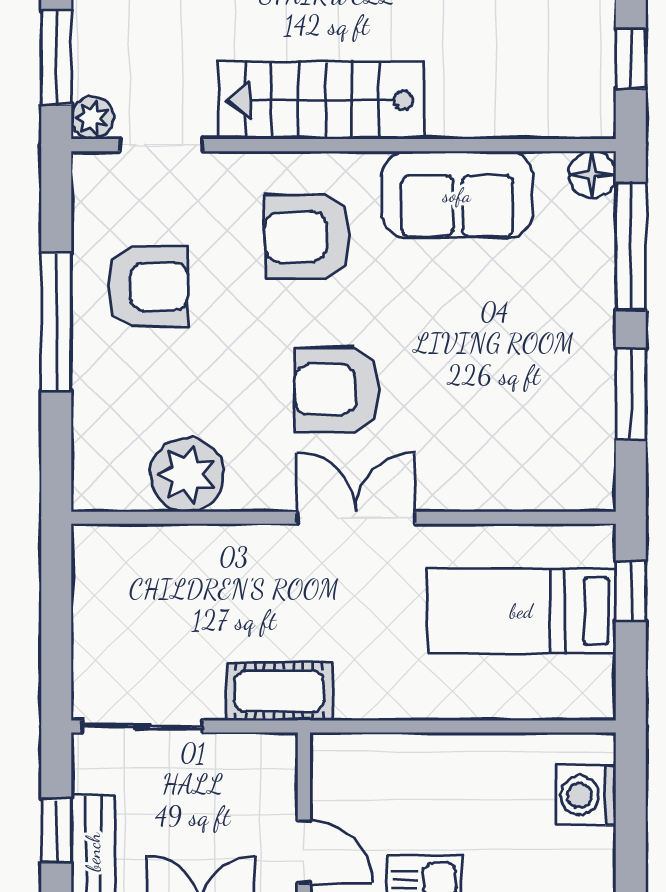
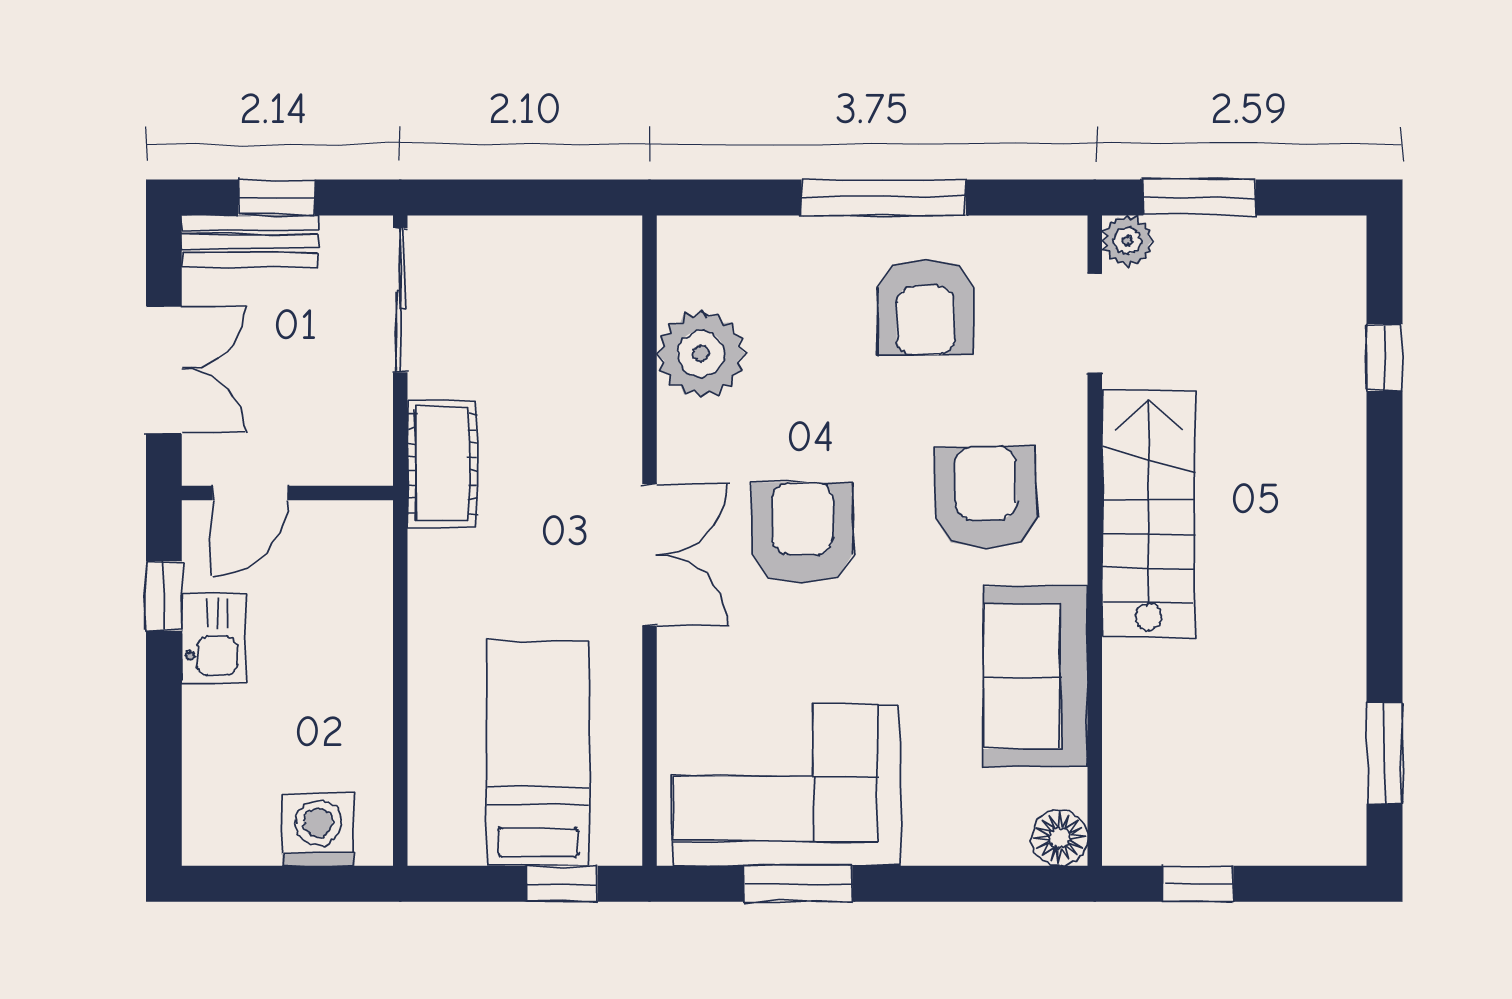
window: (631, 247) -> (974, 884), removed
corner sofa: (548, 403) -> (787, 785), added

